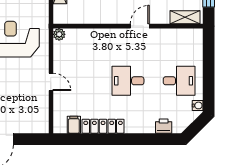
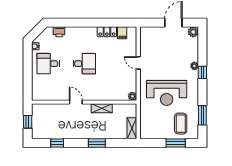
shelving: (185, 17) -> (102, 108), moved
door: (140, 26) -> (76, 102), swing flipped
locker: (103, 126) -> (107, 32), width x0.66

